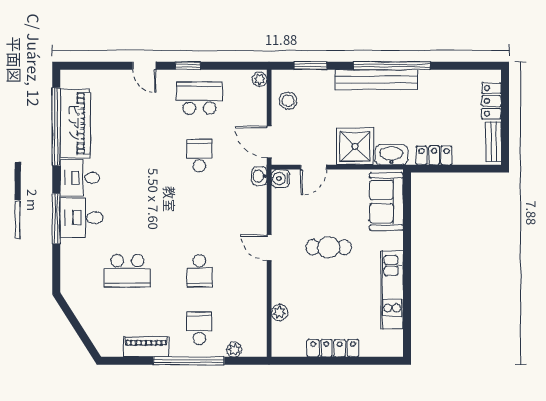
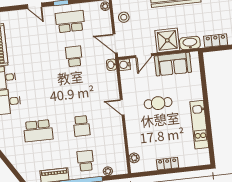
sofa: (386, 201) -> (173, 64), moved, turned -90
plant: (280, 312) -> (134, 158), moved
locker: (333, 348) -> (167, 164), width x0.66

